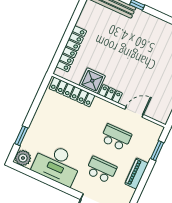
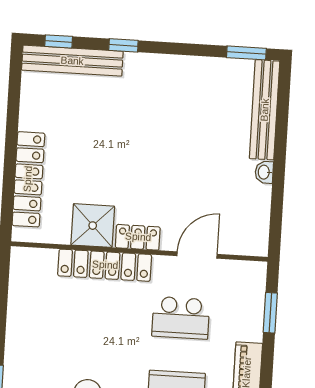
locker: (72, 92) -> (105, 265), moved
school desk: (116, 137) -> (181, 318), turned 180

